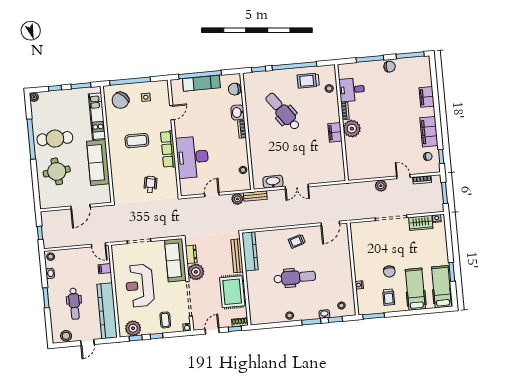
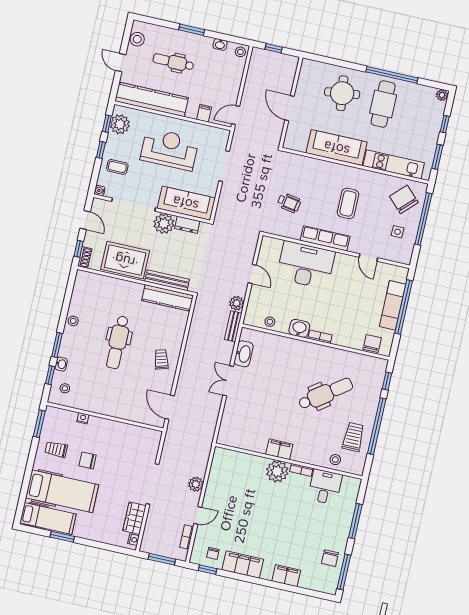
chair: (390, 67) -> (330, 558), moved
washbasin: (238, 112) -> (299, 328), moved
hospital bed: (415, 289) -> (62, 491), width x1.37, depth x1.29

